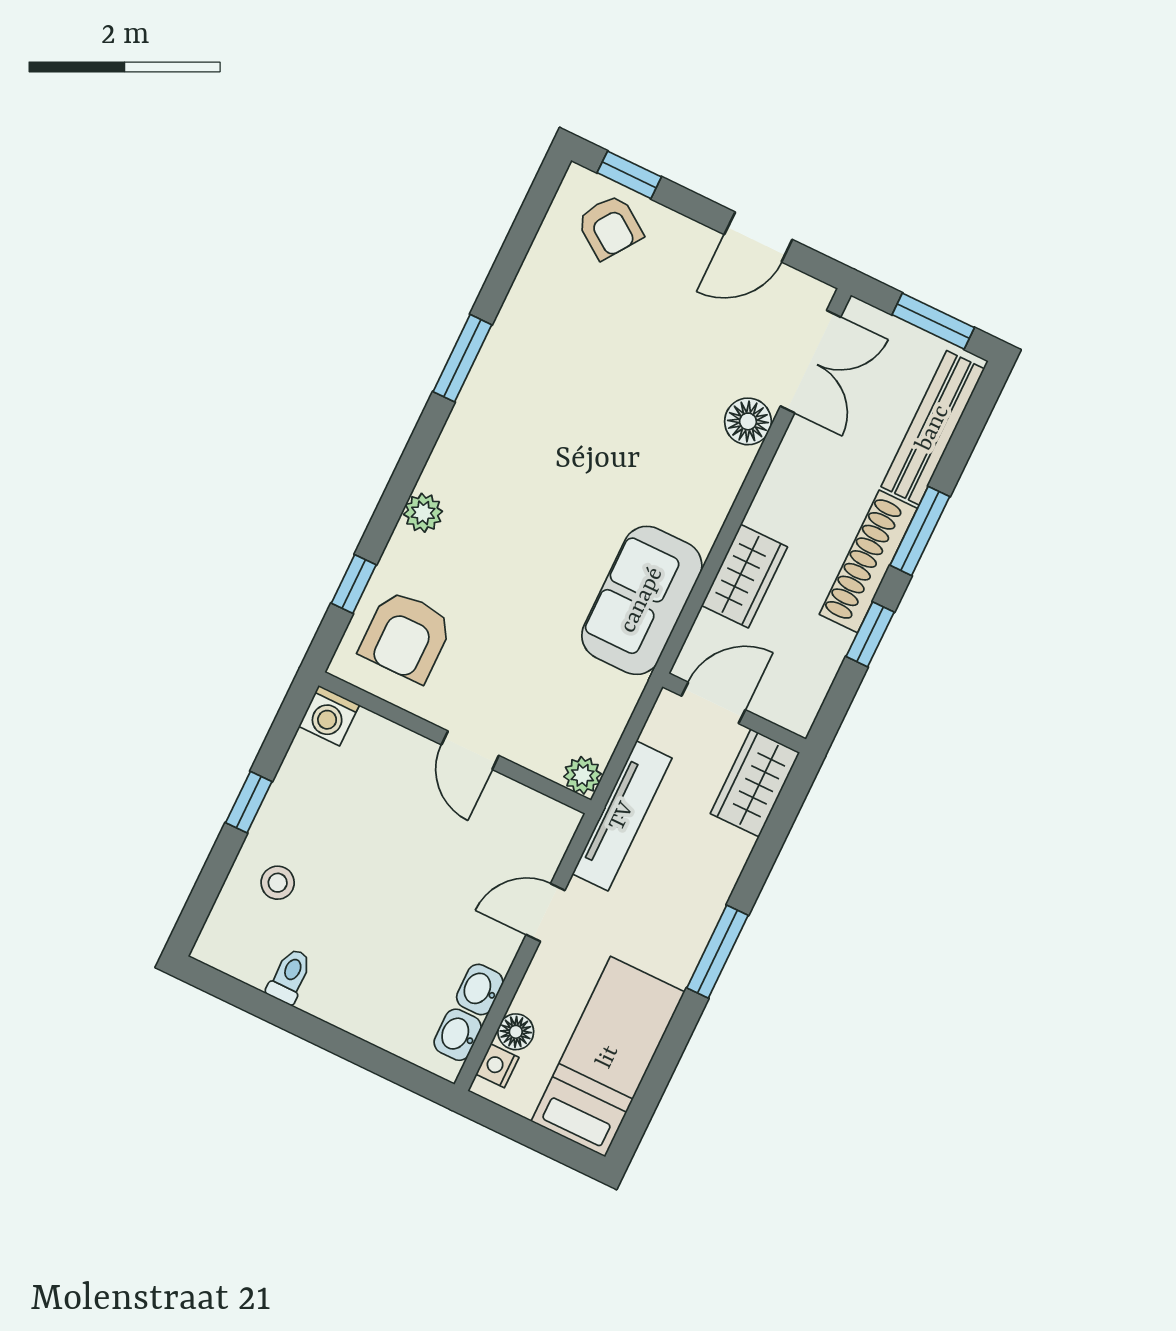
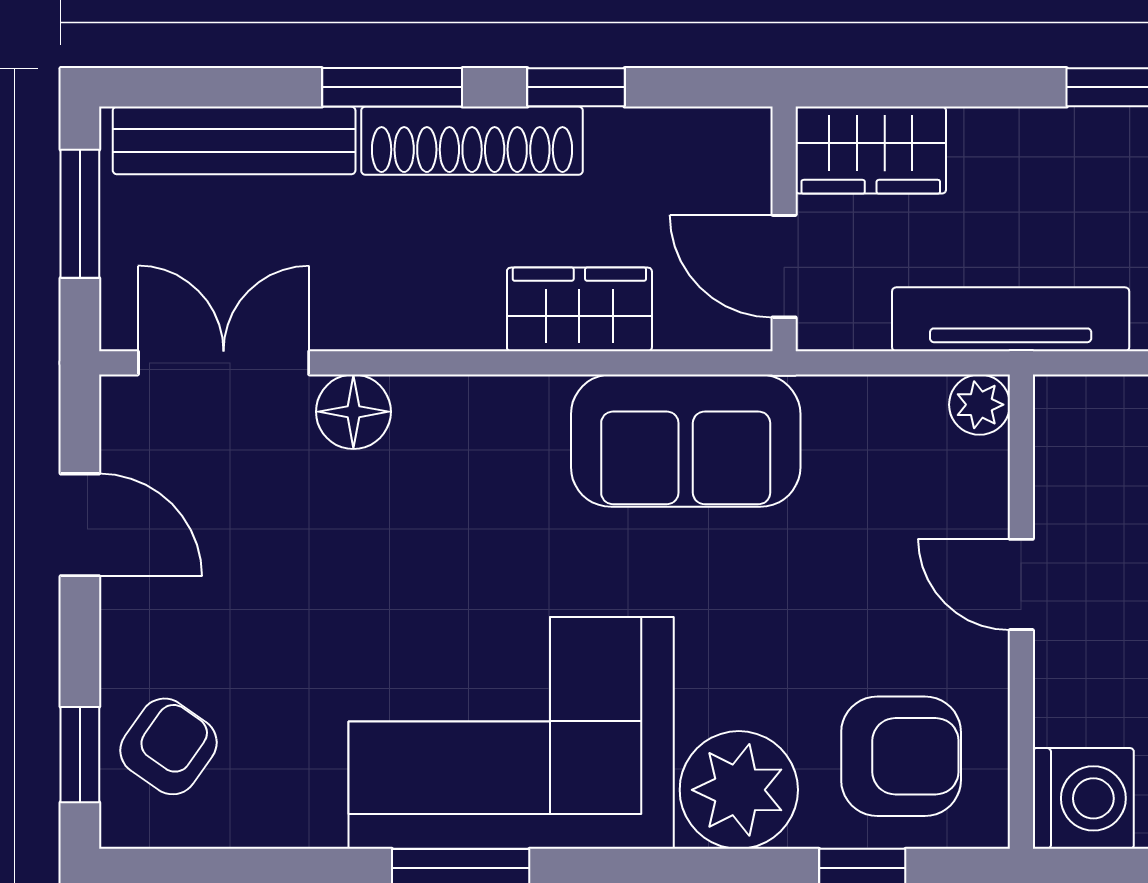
corner sofa: (525, 423) -> (511, 733), added
plant: (423, 513) -> (739, 790), width x1.87, depth x1.87
washing machine: (329, 716) -> (1083, 798), width x1.38, depth x1.38
door: (470, 750) -> (1021, 584), swing flipped

